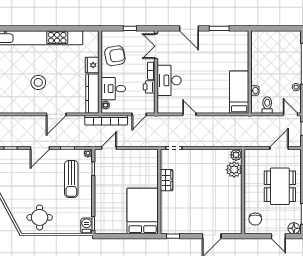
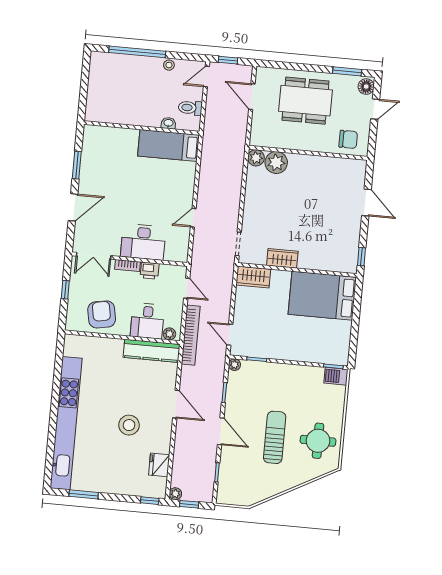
fridge: (92, 65) -> (159, 465), moved, turned 90
wardrobe: (151, 161) -> (253, 277), added
sun lounger: (71, 179) -> (275, 437), moved, turned -90

